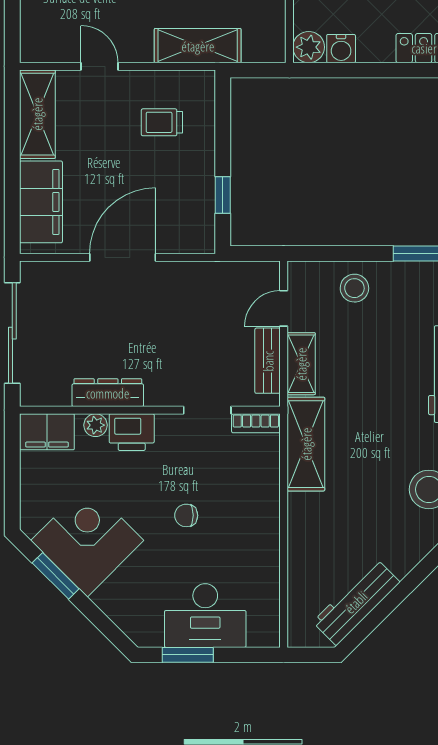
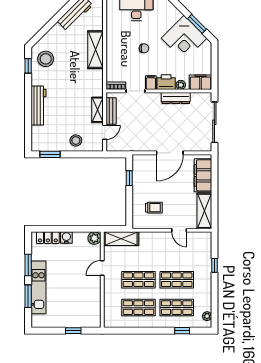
shelving: (198, 46) -> (121, 239), moved
water cooler: (341, 49) -> (66, 238), moved
filing cabinet: (169, 431) -> (151, 83), added
shelving: (306, 444) -> (96, 50), moved

